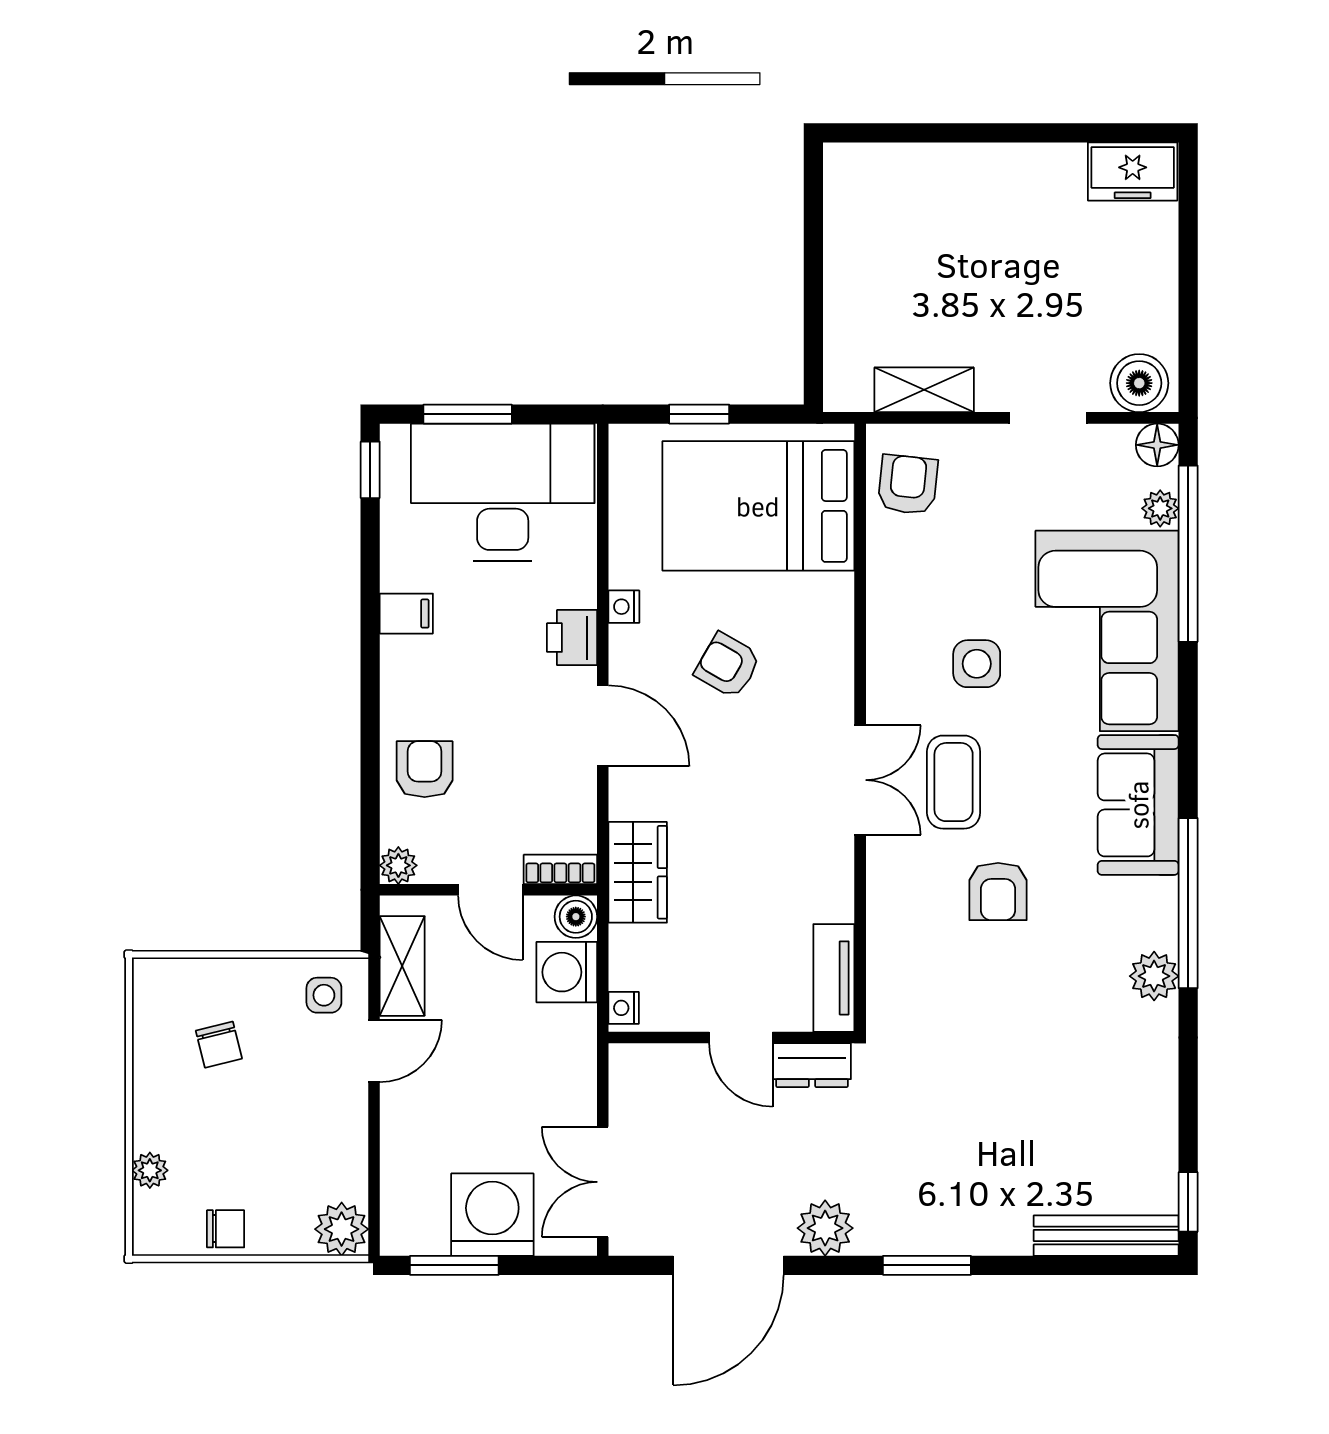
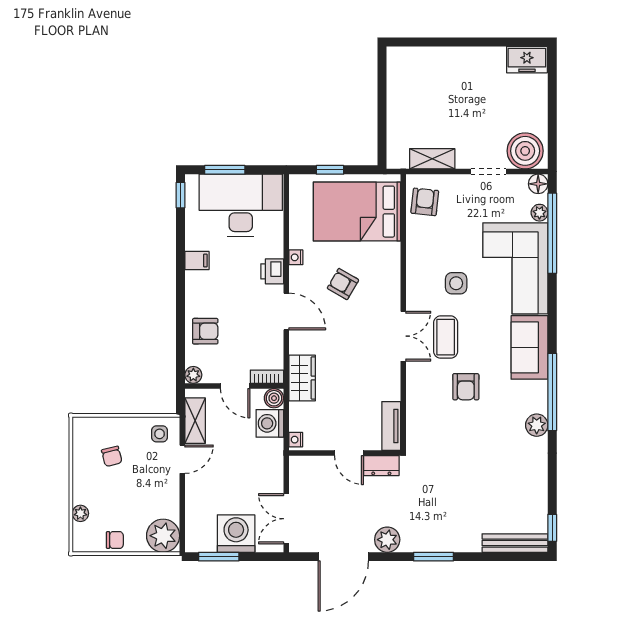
boiler: (1139, 383) -> (525, 151), width x1.37, depth x1.37
armchair: (425, 769) -> (205, 331), turned 90
plant: (342, 1229) -> (163, 536), width x1.36, depth x1.36

